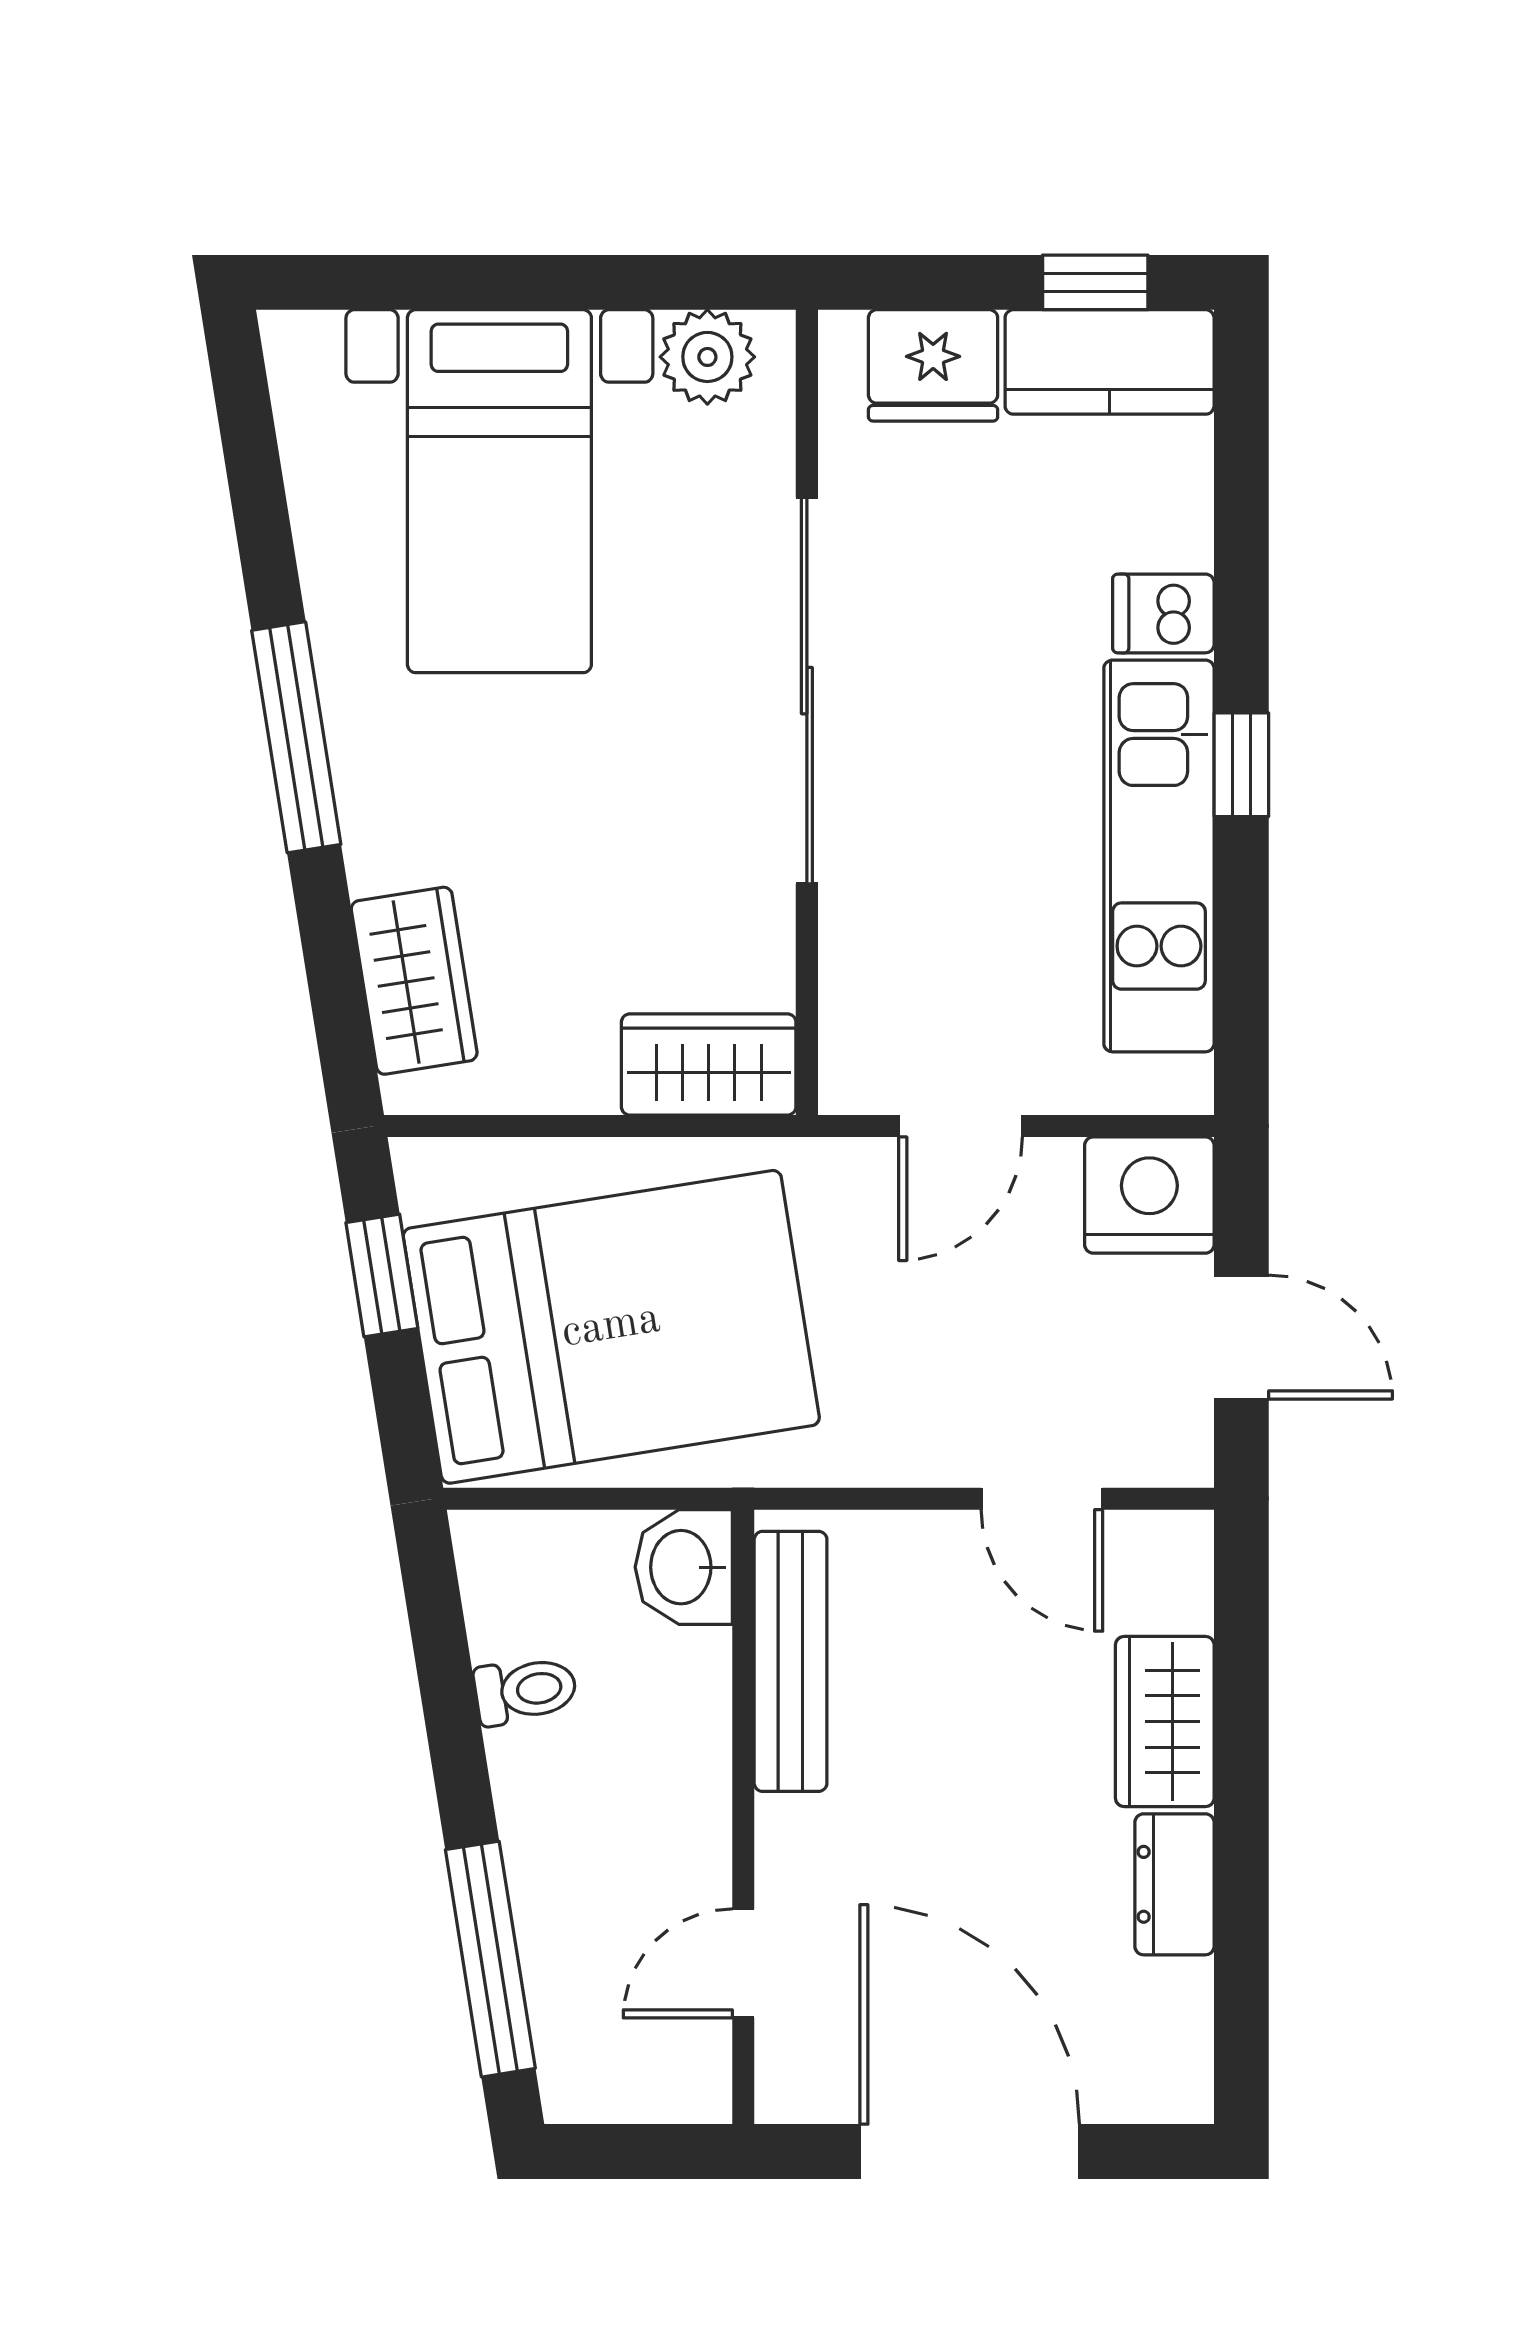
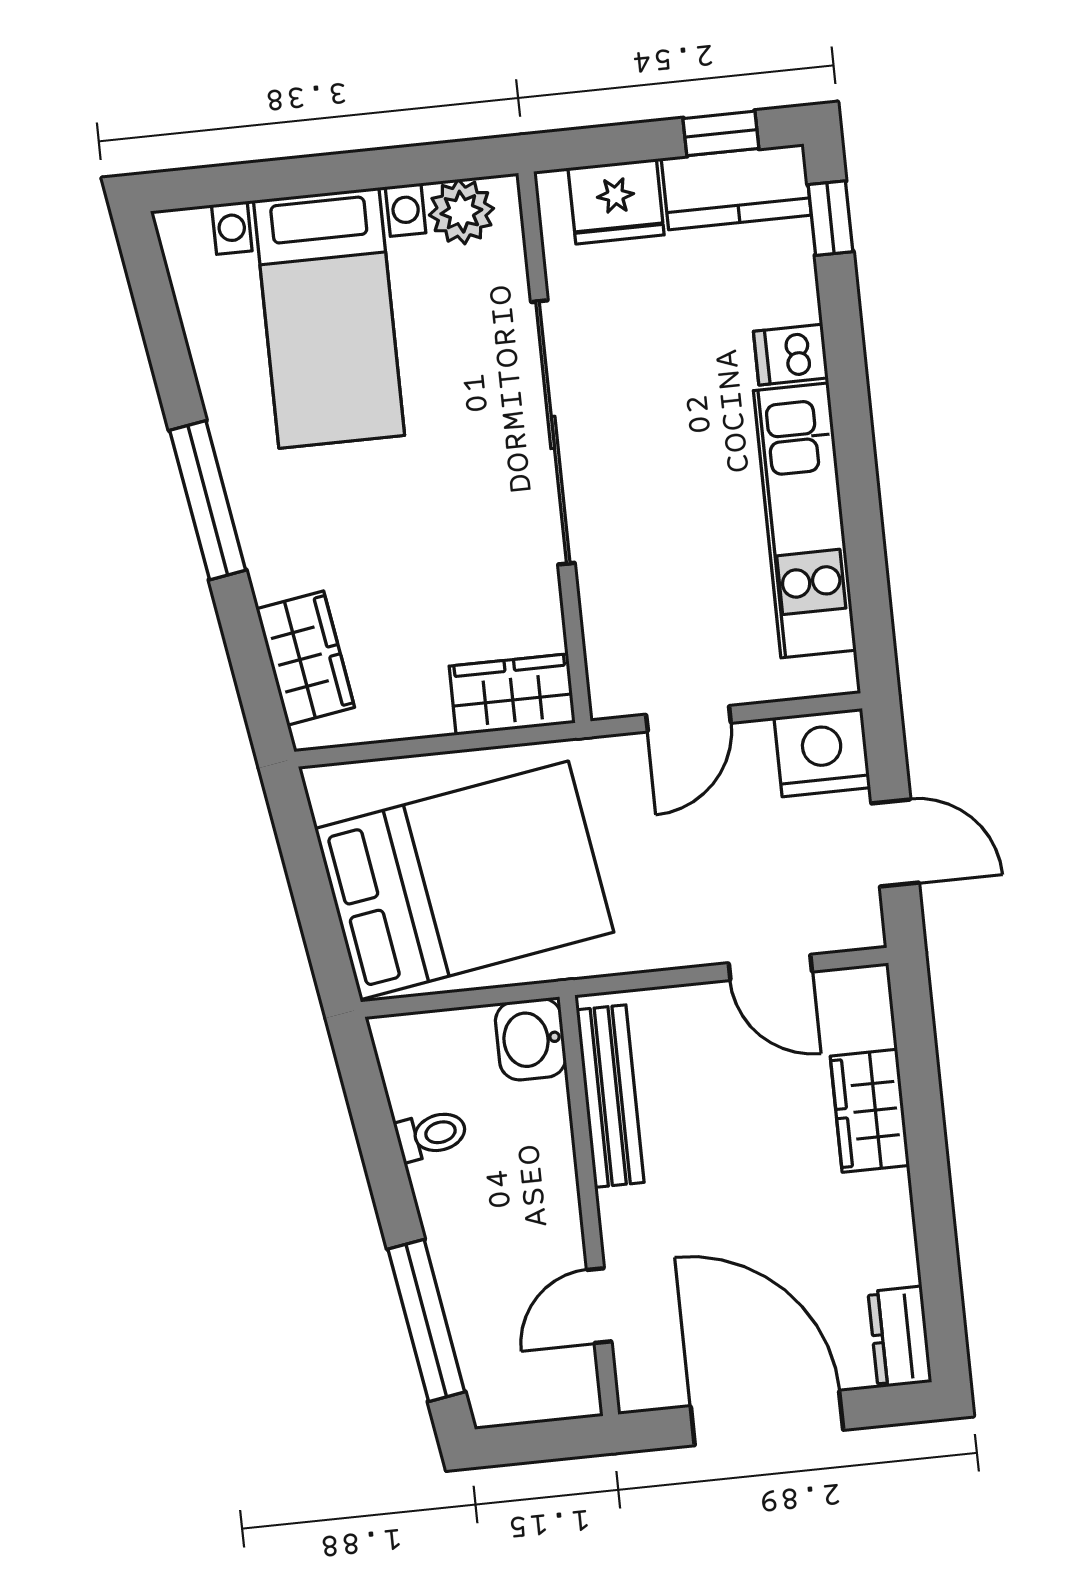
window: (1241, 765) -> (830, 218), moved
window: (382, 1275) -> (304, 862), removed
dresser: (1175, 1884) -> (900, 1337), moved

